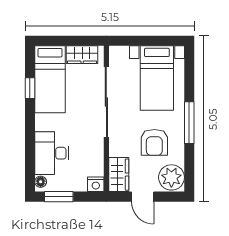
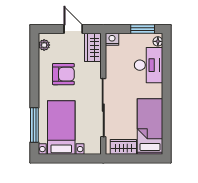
window: (30, 88) -> (167, 119), removed
window: (189, 123) -> (34, 125), moved
armchair: (154, 142) -> (63, 74), turned 90
plant: (171, 177) -> (44, 45), width x0.53, depth x0.53

